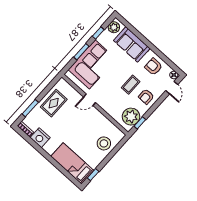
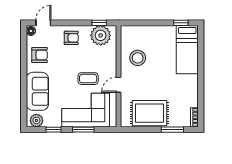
armchair: (154, 67) -> (40, 55), turned -90
coffee table: (131, 85) -> (88, 79), moved
door: (90, 100) -> (119, 85), swing flipped
rug: (54, 103) -> (150, 113), width x1.36, depth x1.43
nightstand: (40, 138) -> (190, 98), removed
stool: (104, 143) -> (138, 58), moved

